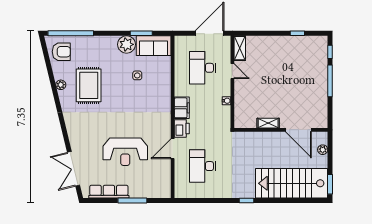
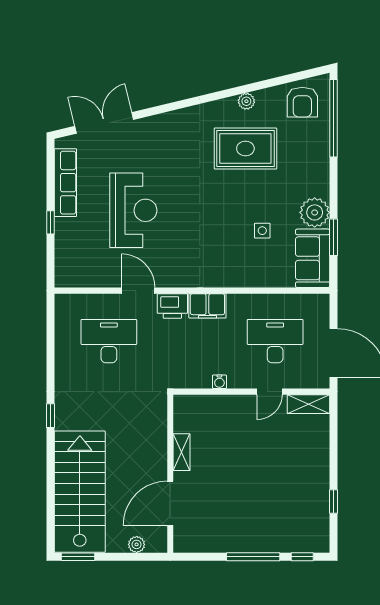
reception desk: (125, 152) -> (133, 210), turned 180
window: (132, 201) -> (50, 222), width x0.46

